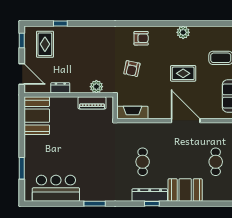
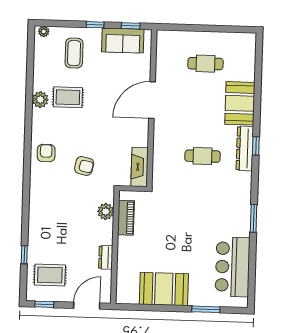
rug: (183, 73) -> (68, 97), moved, turned 90
booth: (37, 116) -> (164, 289), moved

